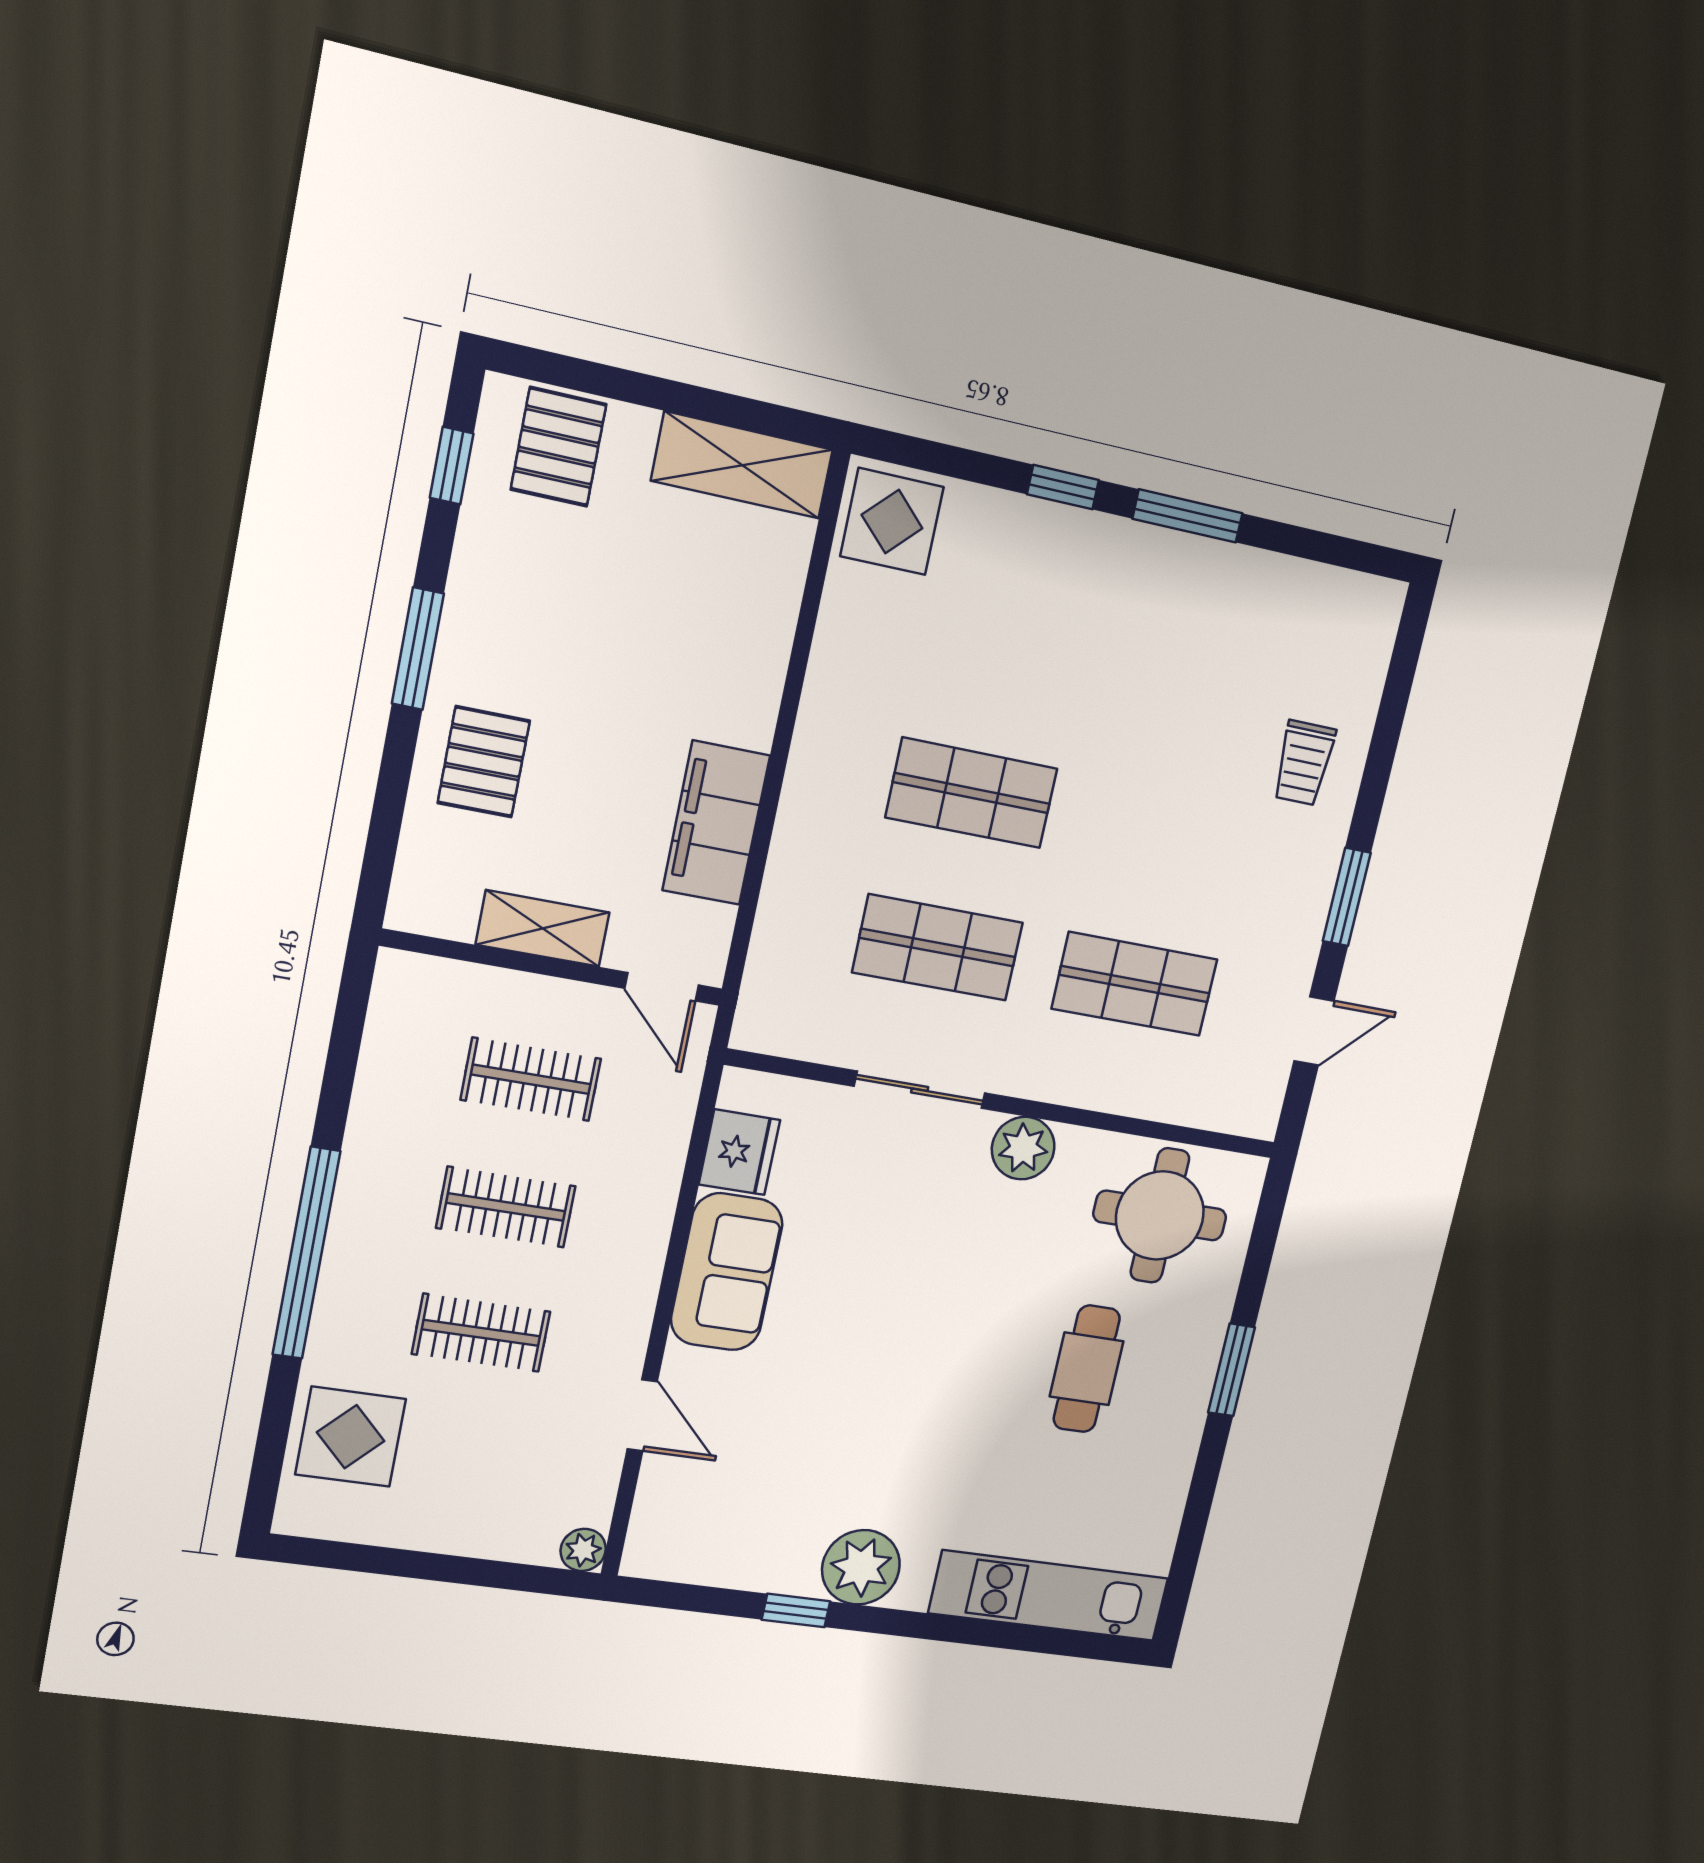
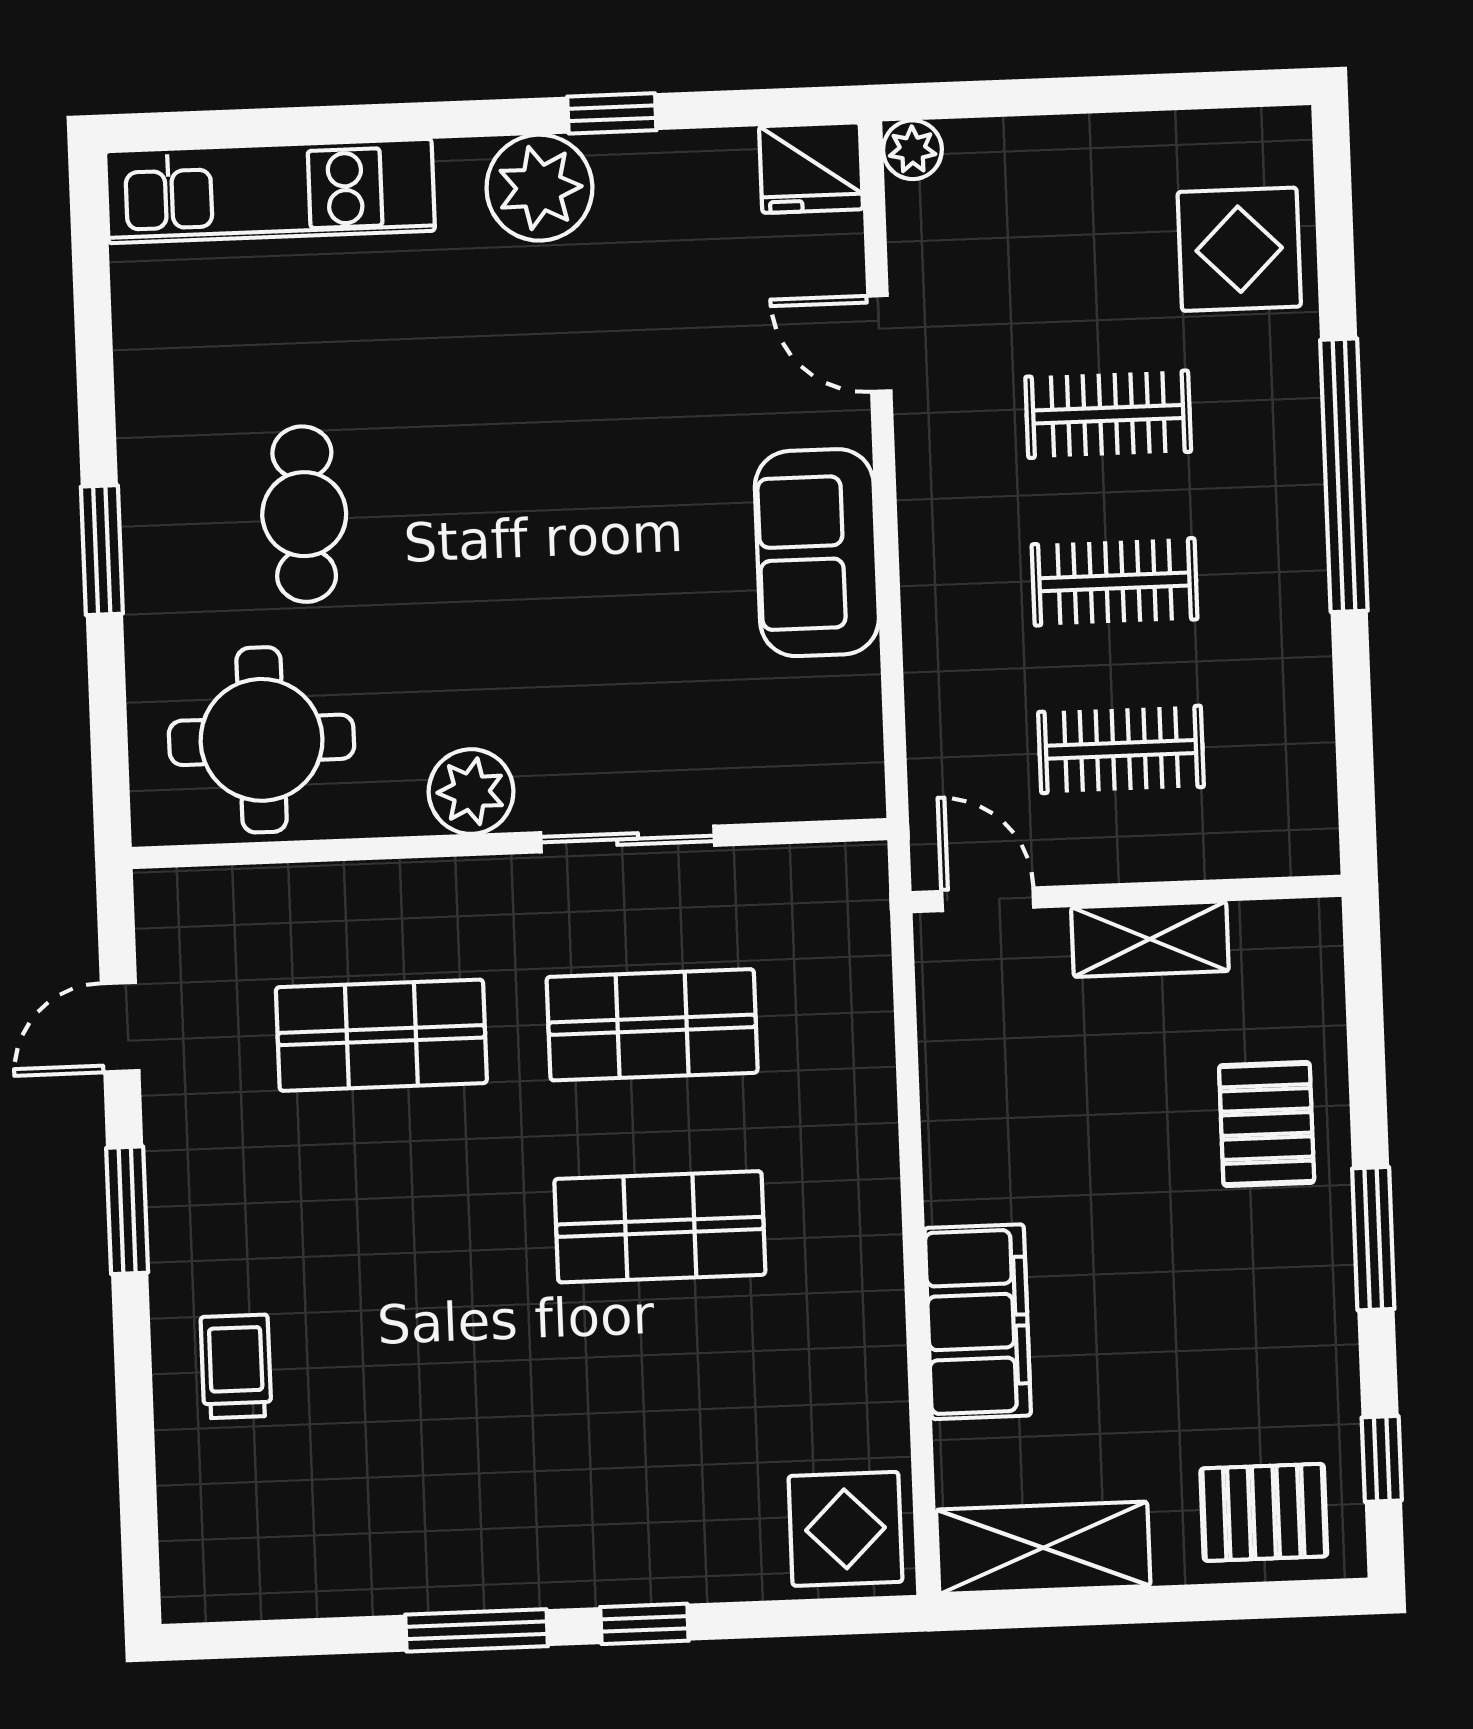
pallet: (559, 447) -> (1264, 1512), turned 90
filing cabinet: (716, 823) -> (978, 1322), moved
fridge: (739, 1152) -> (811, 168), moved, turned -90

